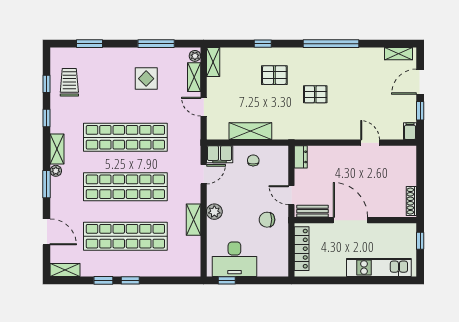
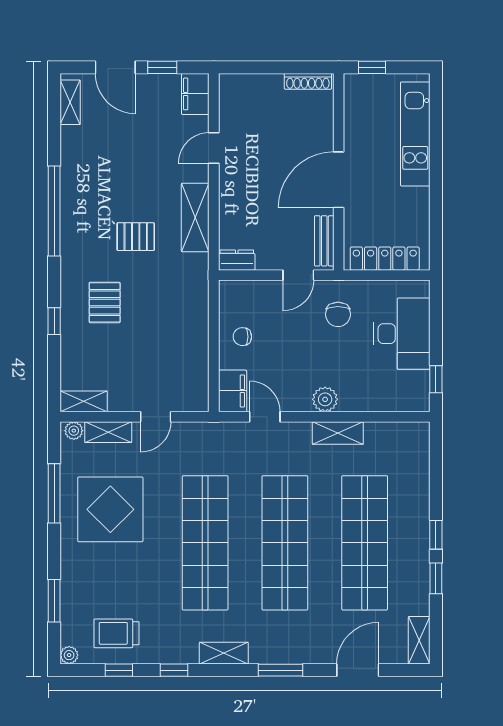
display table: (146, 79) -> (110, 509), width x1.86, depth x1.86
pallet: (315, 94) -> (136, 237), turned 90
shelving: (250, 131) -> (195, 217), moved
filing cabinet: (410, 131) -> (195, 94), width x2.00
plant: (56, 171) -> (69, 655), moved
desk: (234, 259) -> (402, 334), moved

